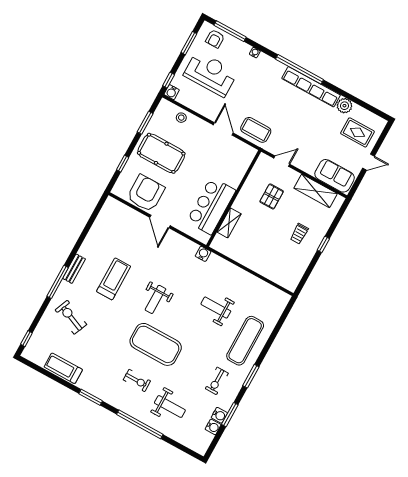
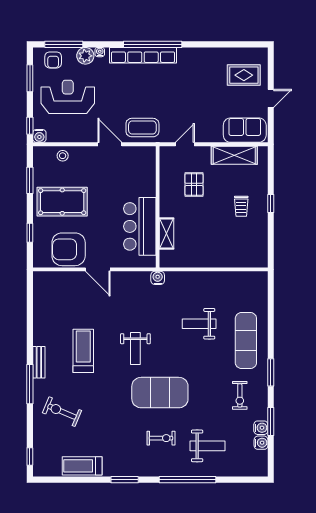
row of seats: (311, 87) -> (143, 55), moved
plant: (344, 106) -> (85, 56), moved
armchair: (146, 193) -> (69, 249), turned -90

